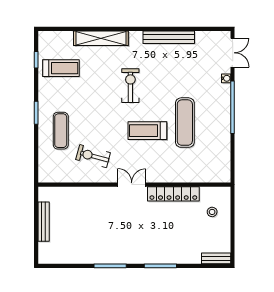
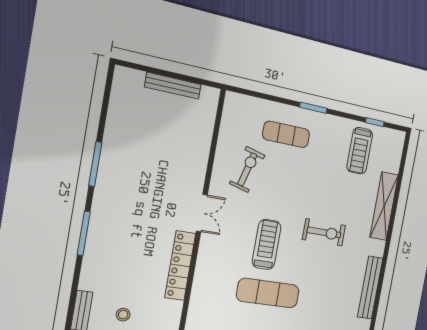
stool: (212, 212) -> (123, 315), moved

